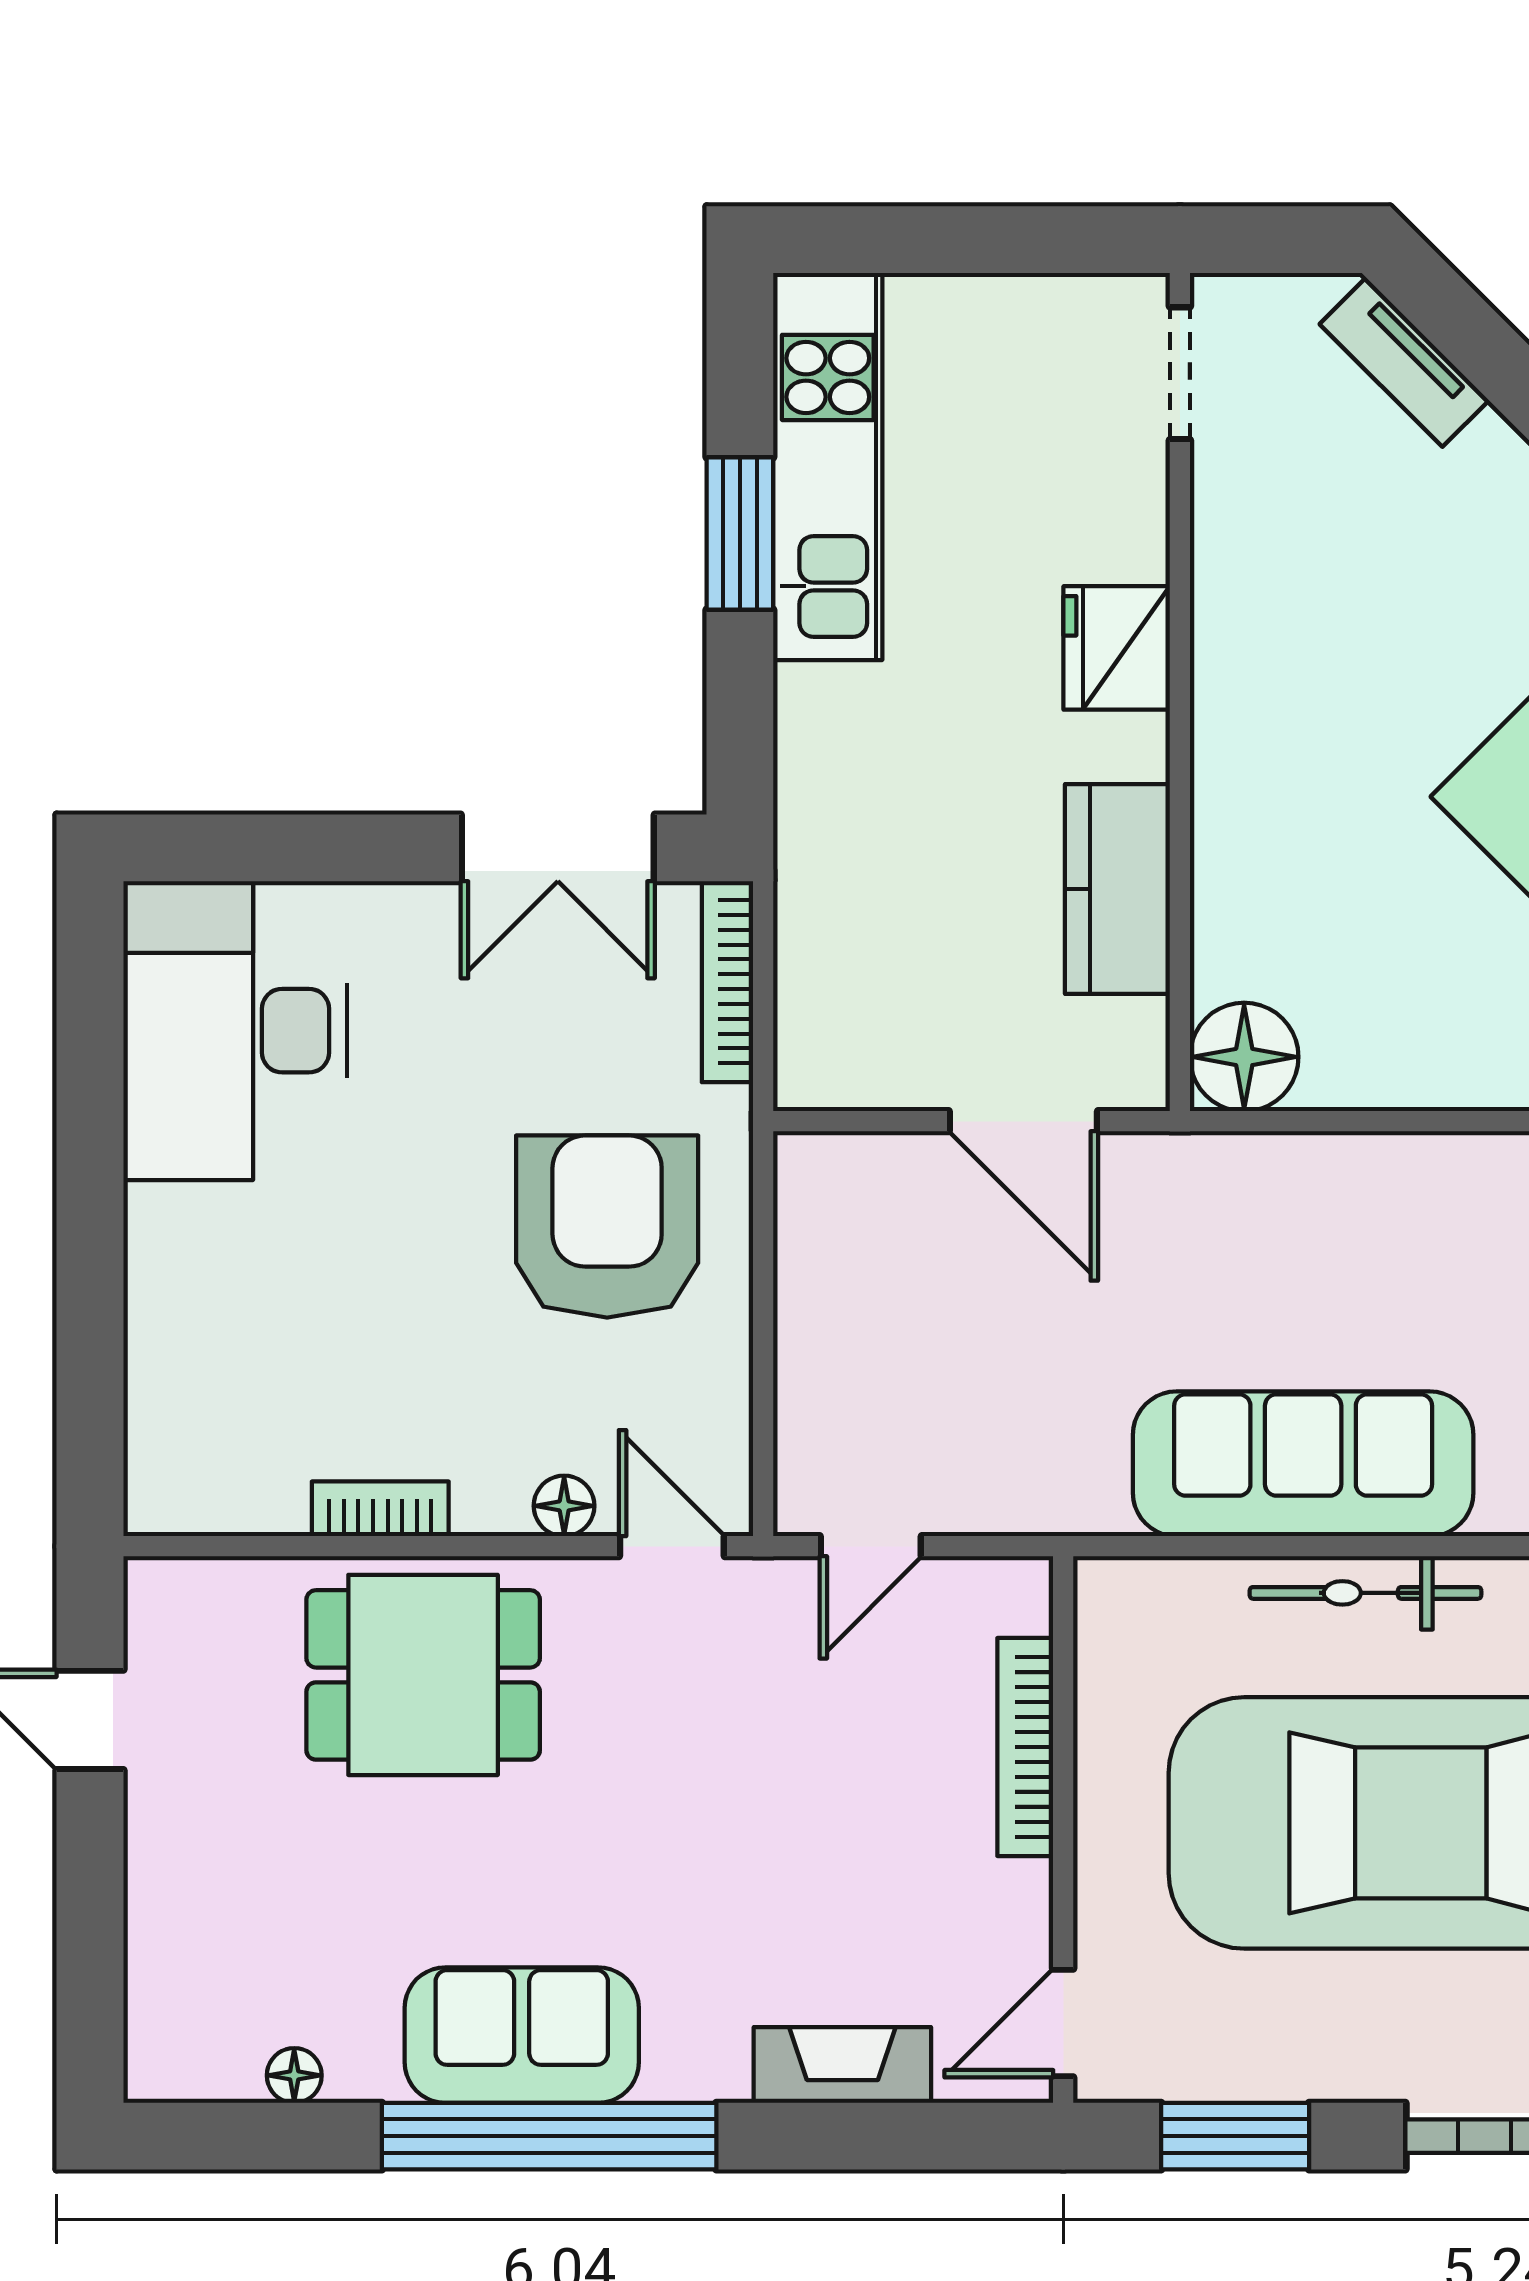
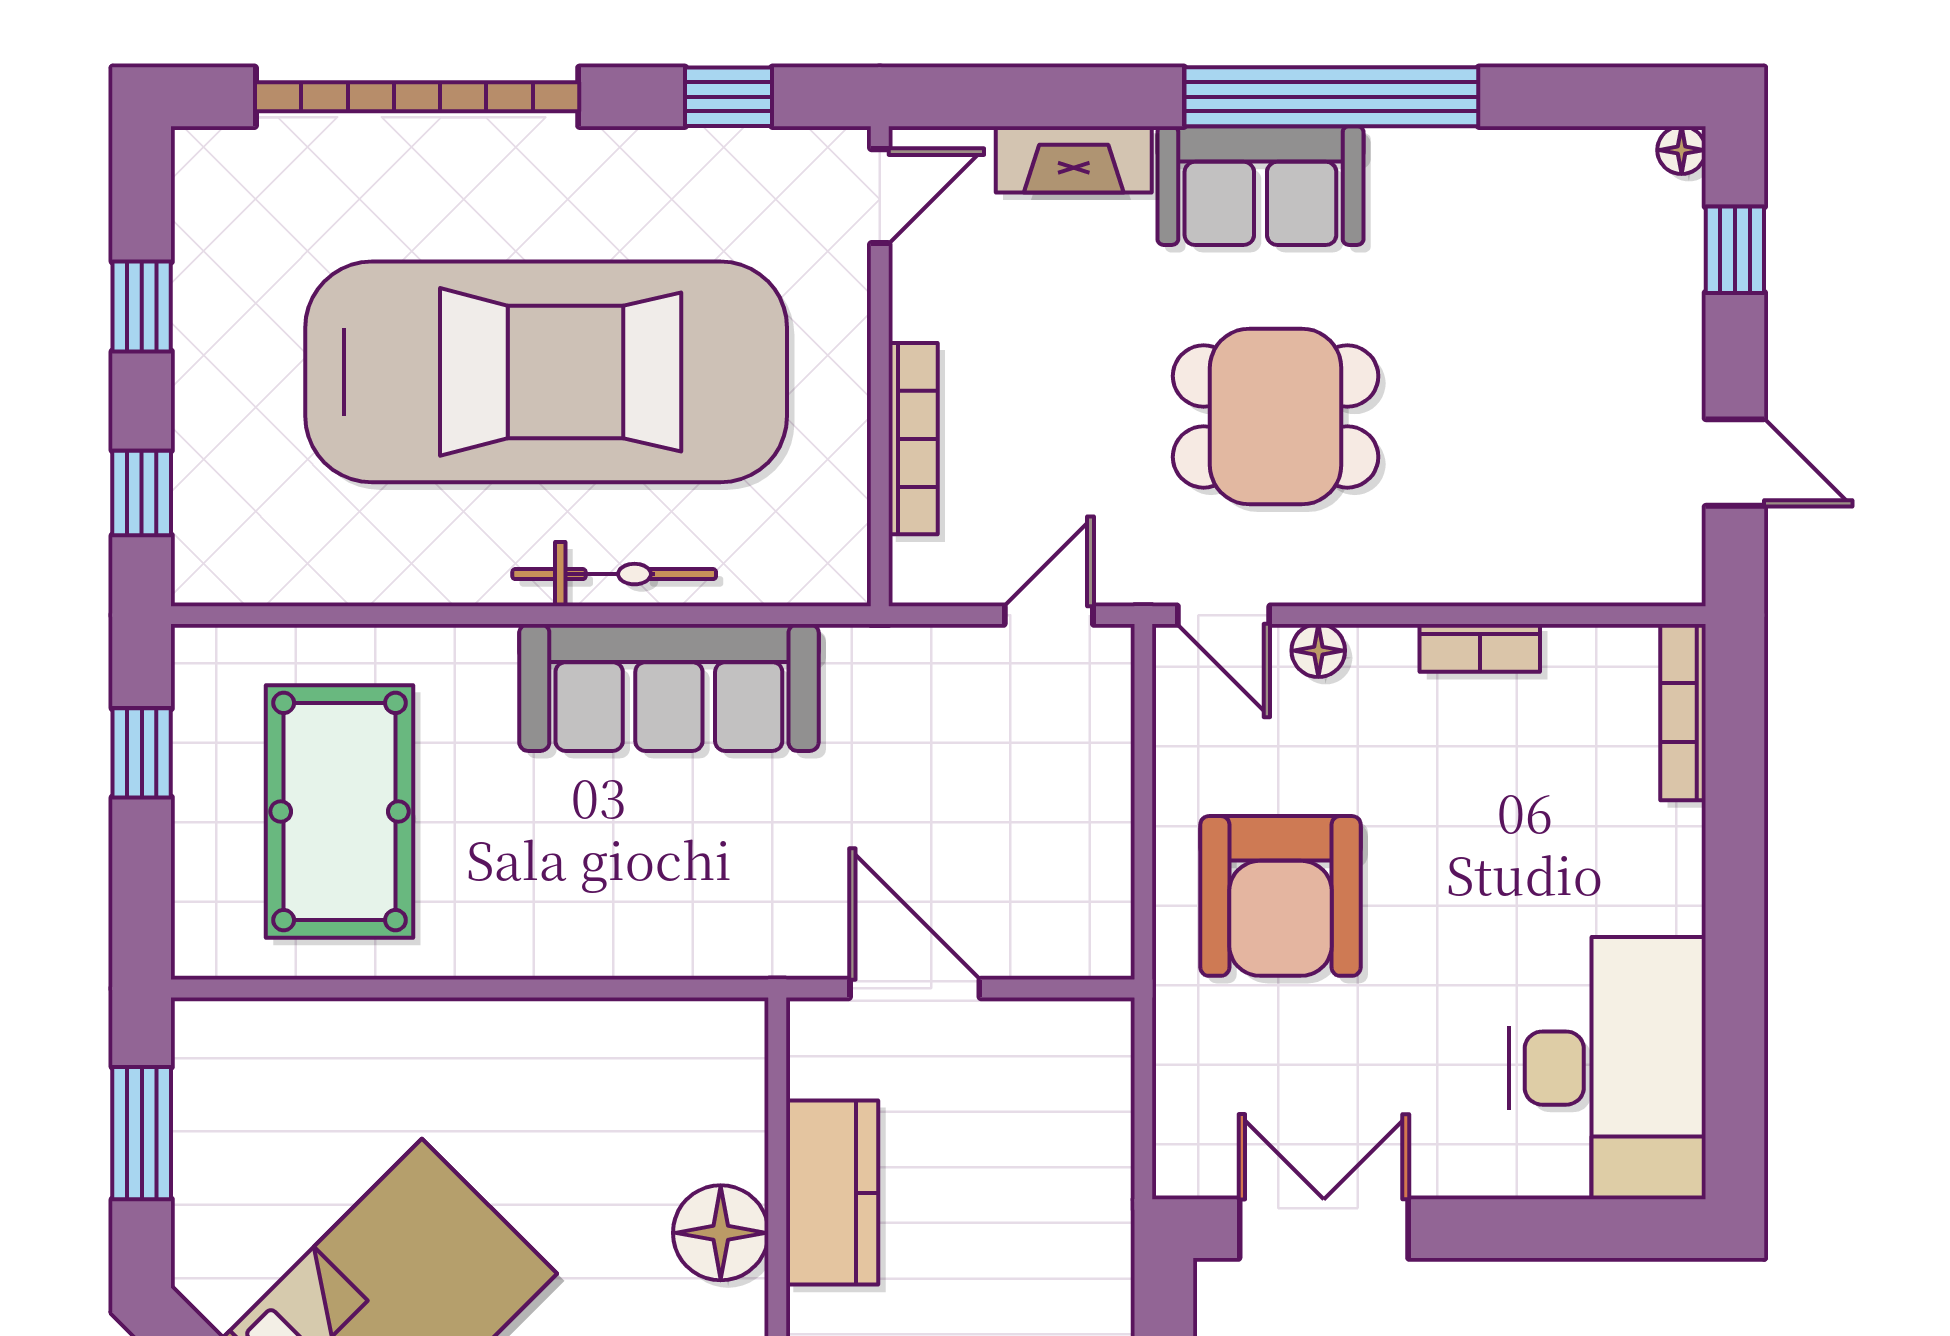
bookcase: (728, 982) -> (1683, 712), moved, turned 180
floor lamp: (1244, 1057) -> (721, 1233), moved
dining table: (423, 1675) -> (1276, 416), moved
window: (90, 1962) -> (1735, 250), added
sofa: (522, 2035) -> (1260, 186), moved
floor lamp: (294, 2075) -> (1682, 150), moved
window: (1235, 2136) -> (729, 97), width x0.67

